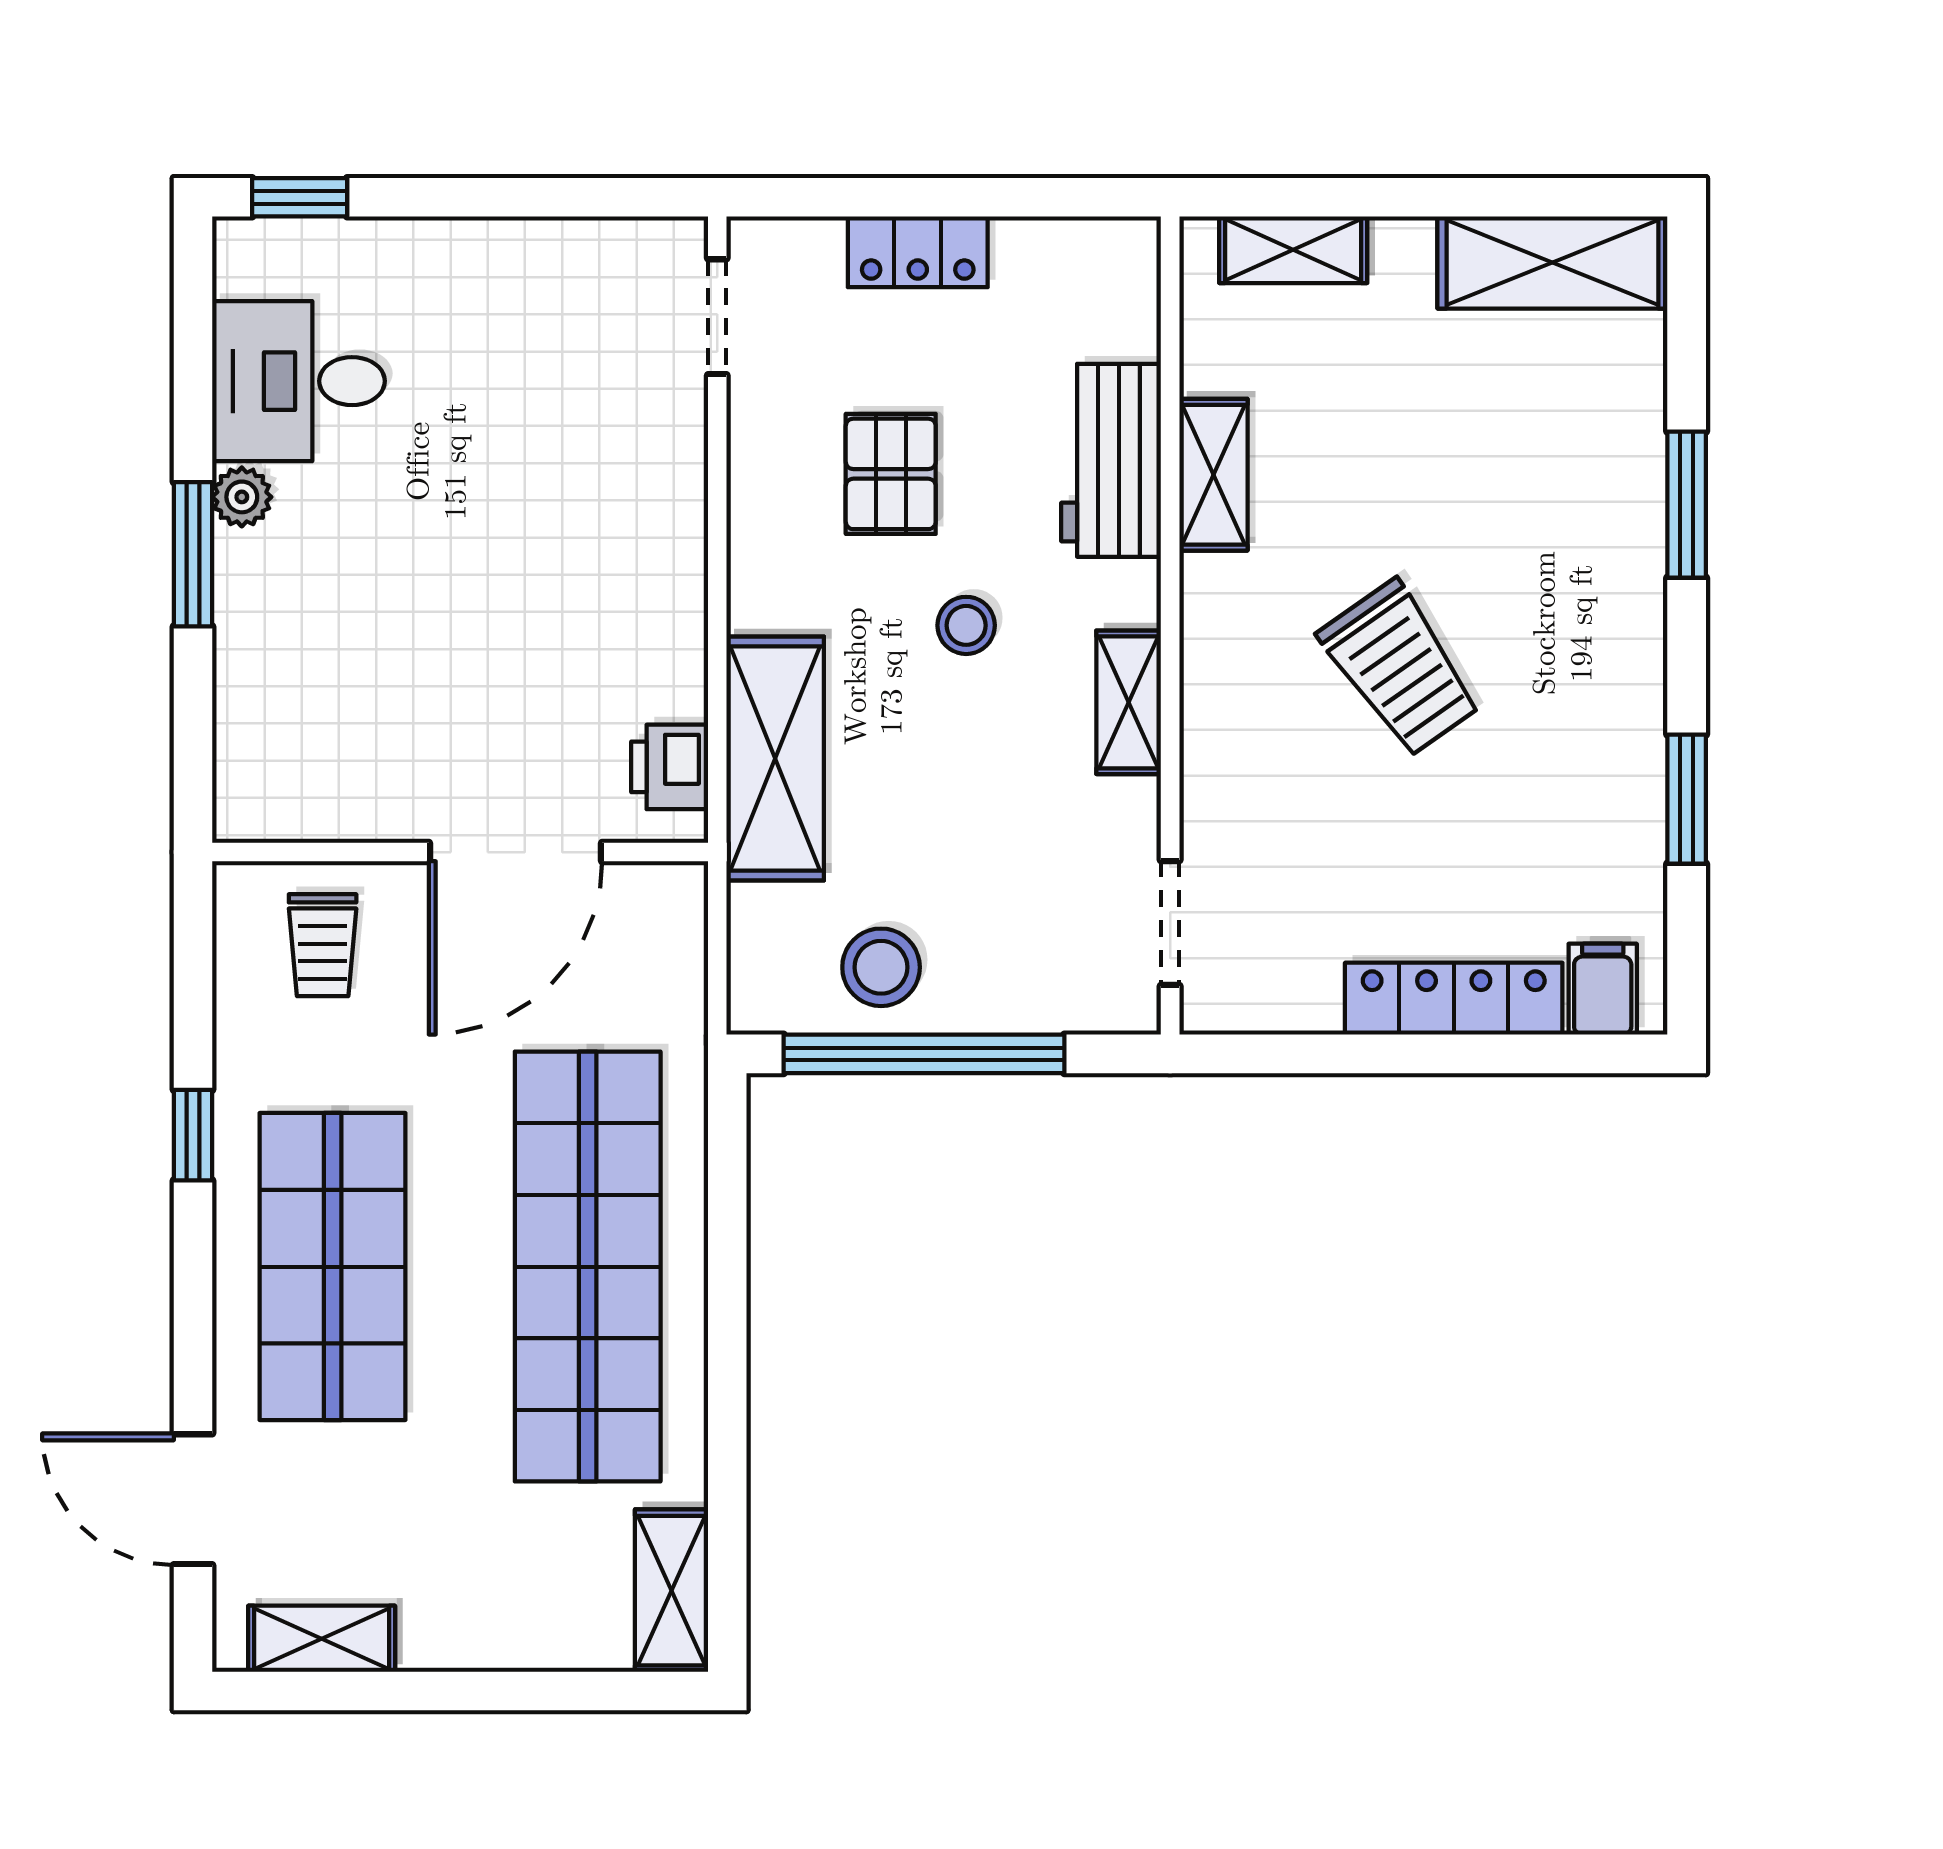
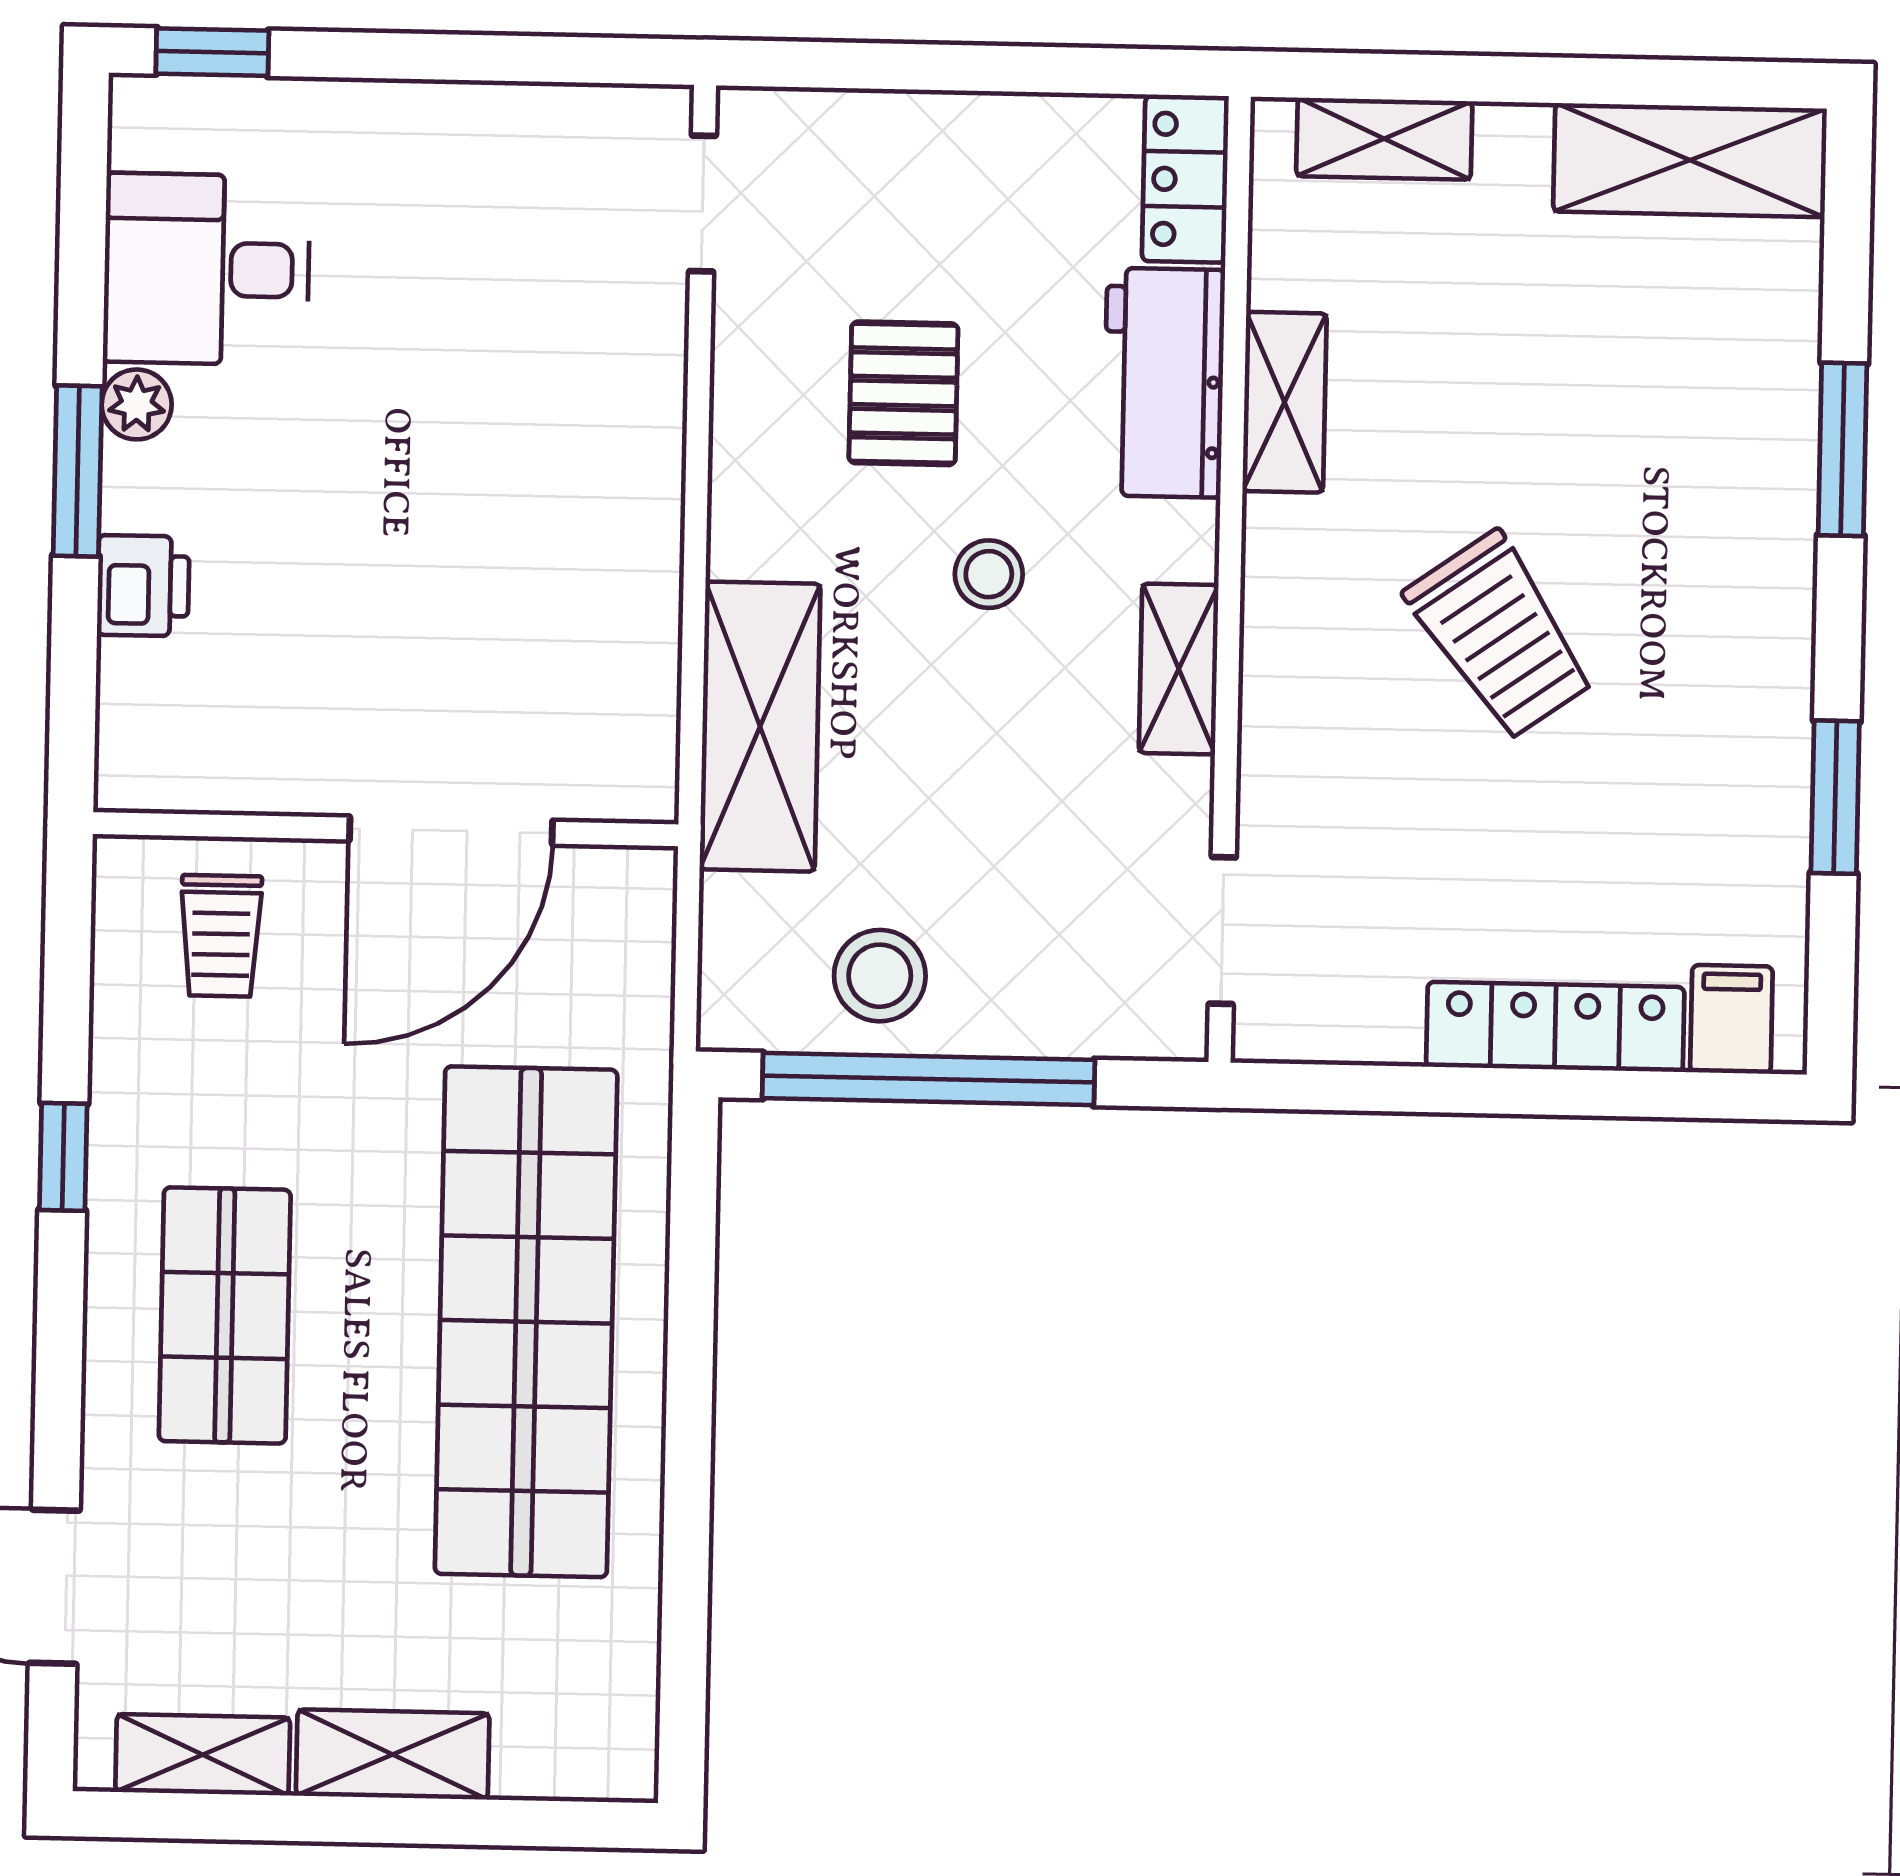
locker: (918, 252) -> (1185, 179), moved, turned 90
printer: (670, 767) -> (143, 586), moved, turned 180
shop shelf: (333, 1267) -> (225, 1315), width x0.70, depth x0.74
shelving: (671, 1591) -> (393, 1755), moved, turned 90

